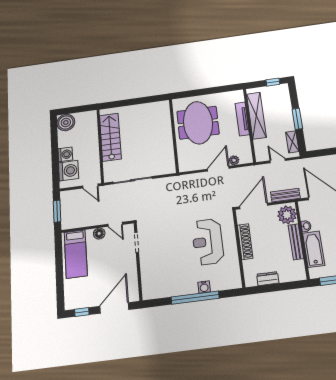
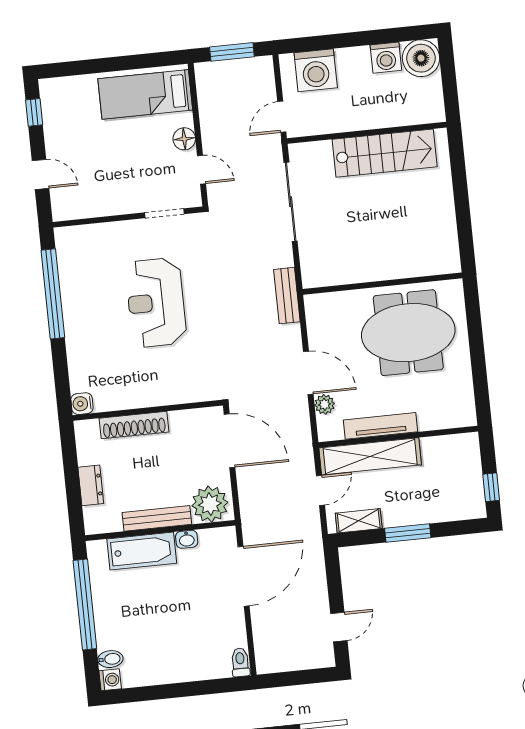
shelving: (256, 116) -> (370, 456), moved
tv unit: (242, 119) -> (381, 426), moved
washing machine: (65, 154) -> (386, 58), moved
bench: (285, 195) -> (287, 296), moved
door: (115, 224) -> (202, 170), swing flipped
reception desk: (208, 242) -> (156, 302), moved, turned -90
shoe rack: (245, 242) -> (134, 425), moved
dresser: (268, 279) -> (91, 485), moved
water cooler: (204, 287) -> (82, 404), moved
window: (195, 298) -> (53, 294), moved
door: (114, 308) -> (41, 174), width x0.53

